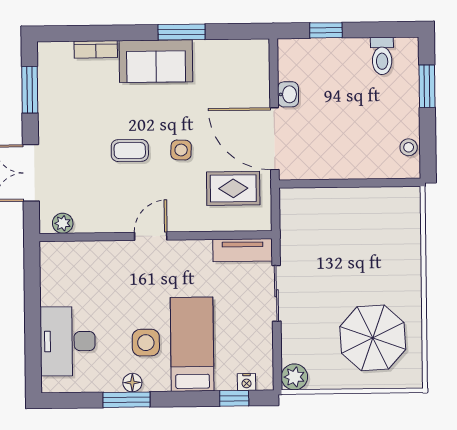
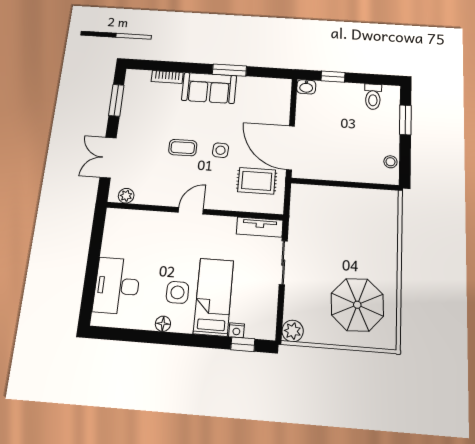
washbasin: (288, 94) -> (306, 87), moved, turned 90
nightstand: (247, 382) -> (236, 330), moved
window: (127, 400) -> (157, 337), removed

